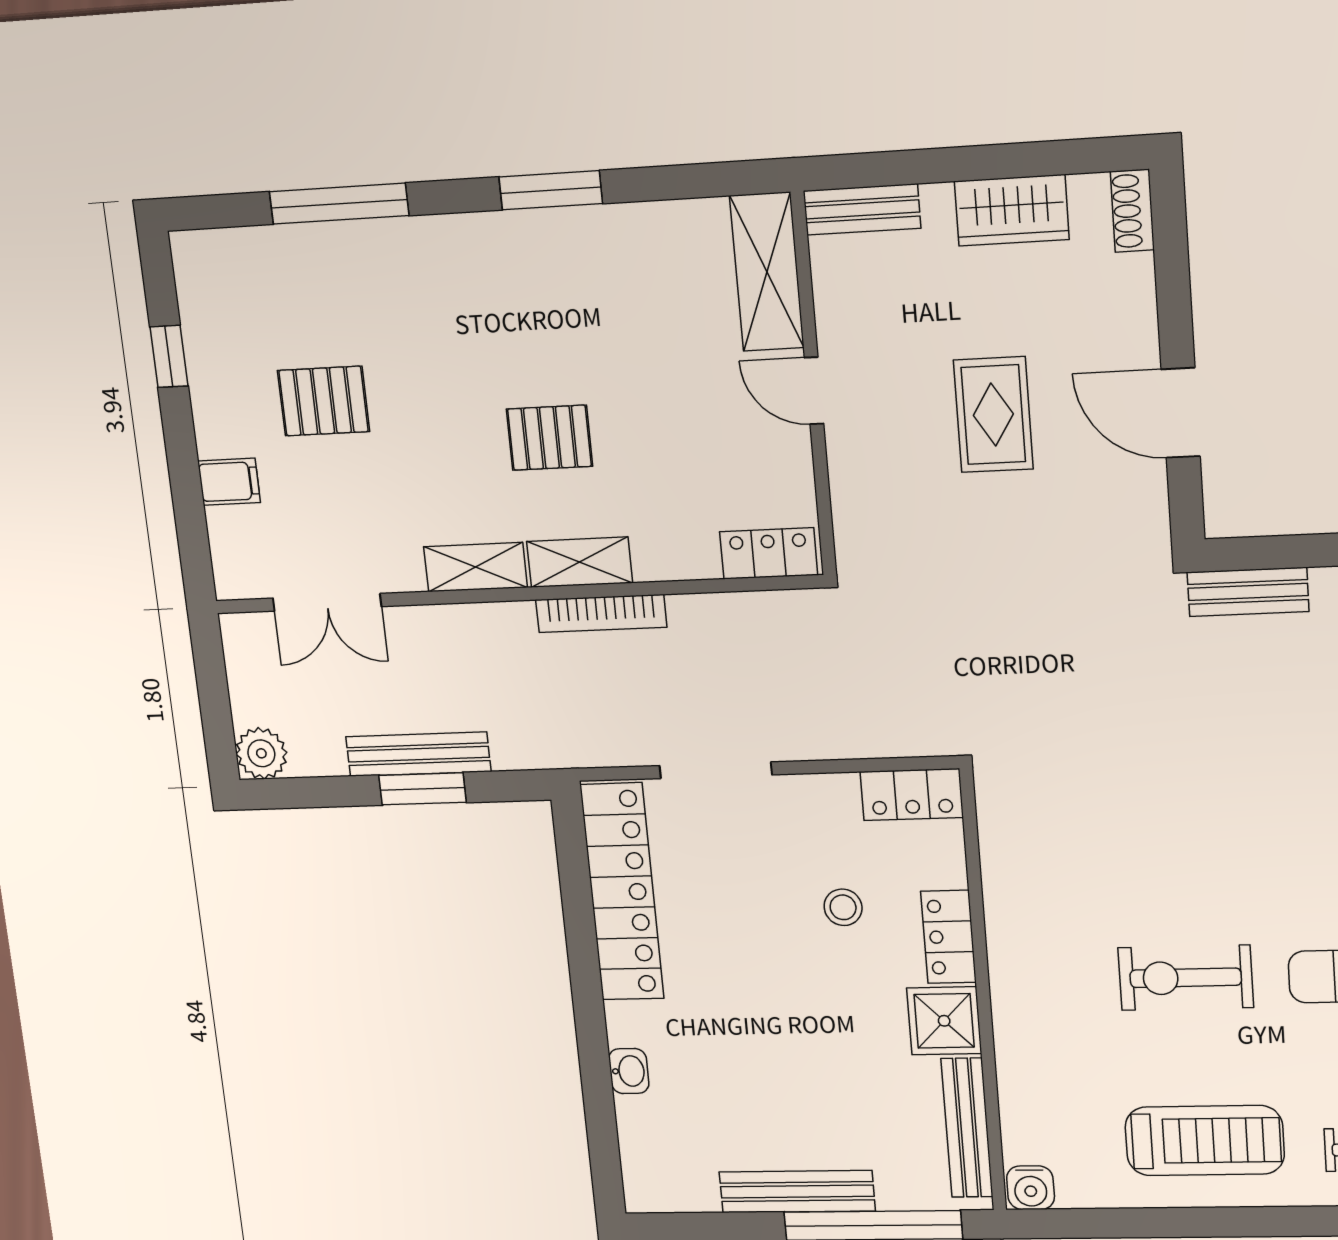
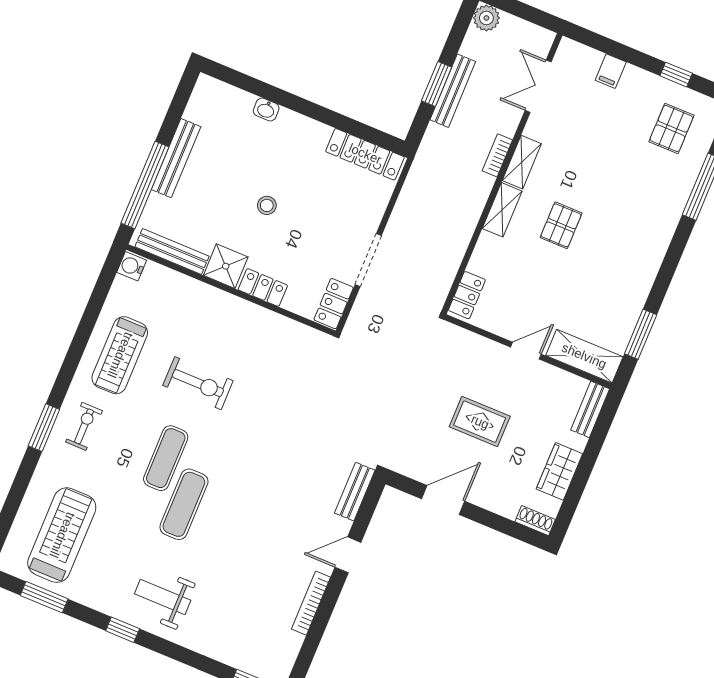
window: (551, 190) -> (641, 334), moved
pallet: (324, 401) -> (671, 128), moved
bookcase: (601, 614) -> (497, 155), moved, width x0.64
doorway: (716, 770) -> (368, 260), moved
locker: (622, 892) -> (365, 154), width x0.71, depth x0.83
stool: (843, 907) -> (267, 205), moved
exercise bike: (1186, 978) -> (198, 383), turned 90

